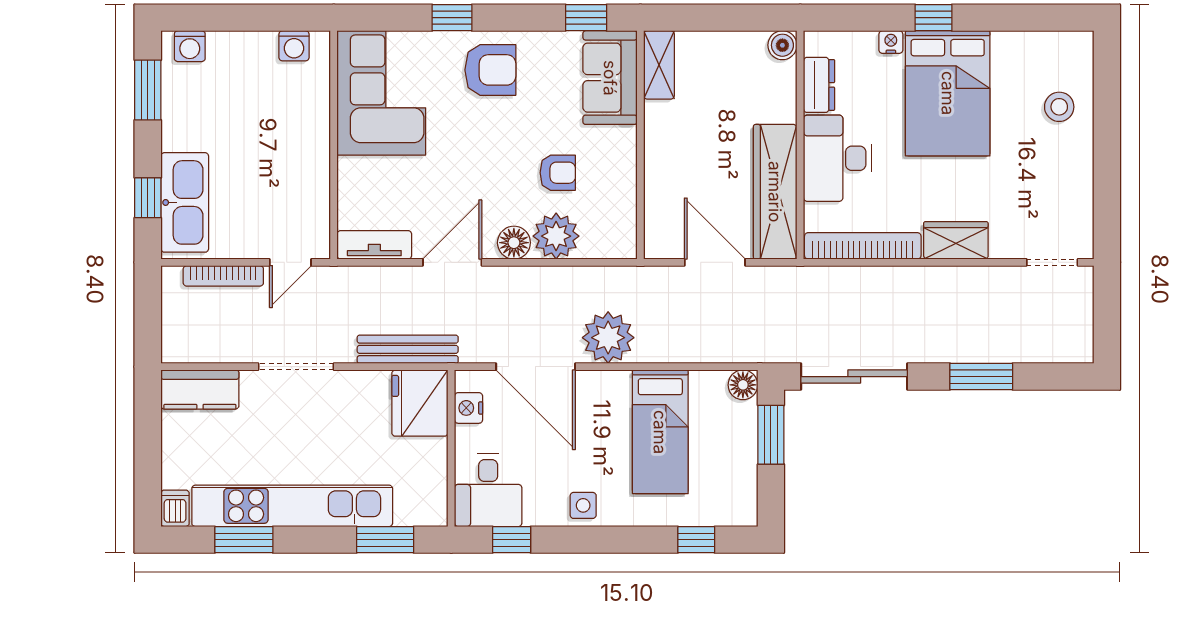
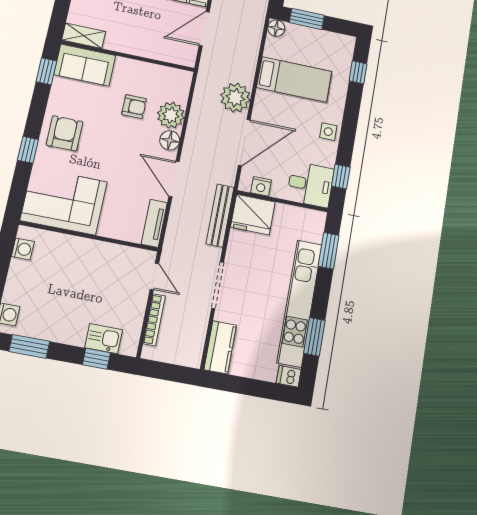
armchair: (558, 173) -> (134, 107), turned 90
kitchen sink: (185, 202) -> (104, 339), width x0.53, depth x0.81

